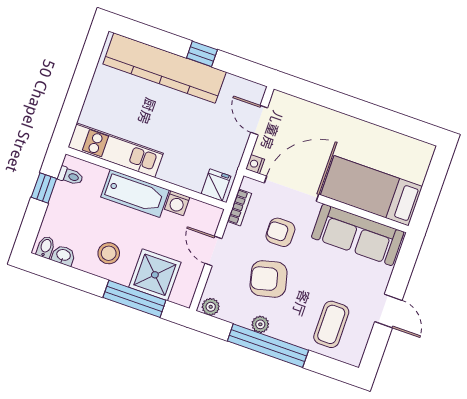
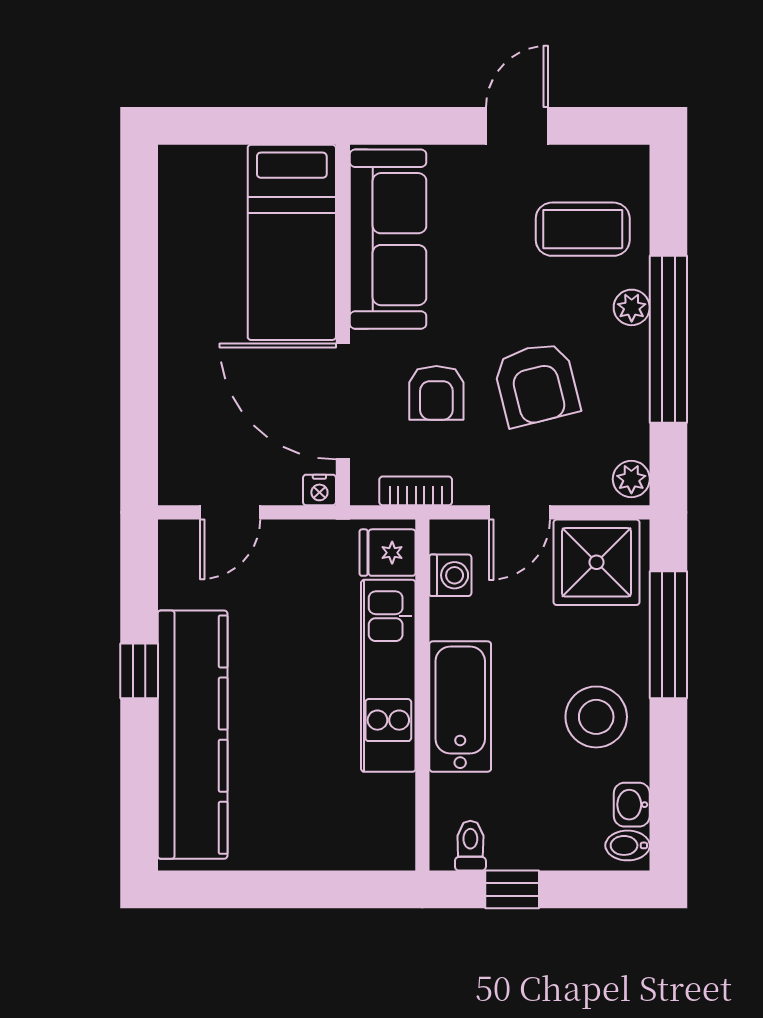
kitchen unit: (116, 150) -> (388, 676), moved
washing machine: (177, 203) -> (450, 575), moved
stool: (109, 253) -> (596, 717), width x1.38, depth x1.38
shower: (155, 275) -> (596, 562), moved
plant: (260, 324) -> (632, 307), moved

